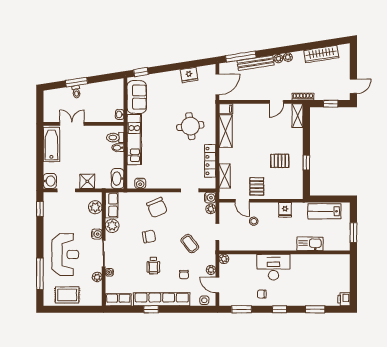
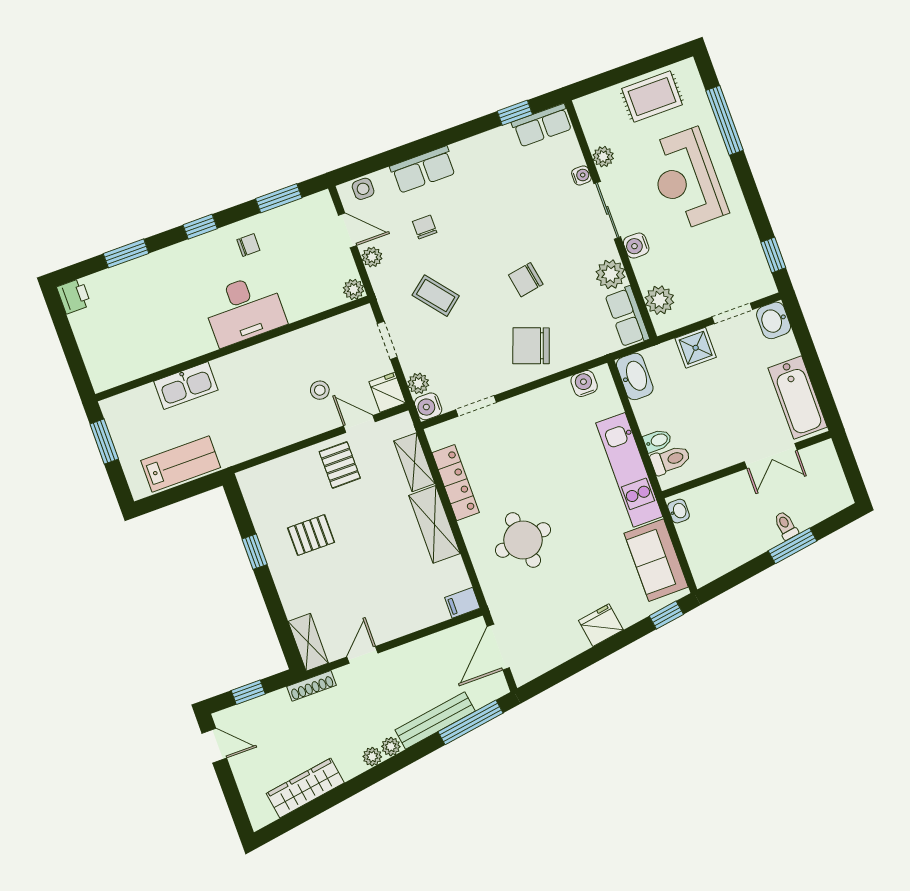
fridge: (189, 75) -> (601, 625), moved
door: (353, 86) -> (214, 746), swing flipped
shelving: (226, 131) -> (434, 524), moved
chair: (157, 208) -> (531, 346), turned -47
fridge: (285, 210) -> (387, 392), moved
wheelchair: (153, 266) -> (495, 222), removed
row of seats: (162, 299) -> (423, 170), width x0.50
window: (151, 309) -> (515, 113), moved

